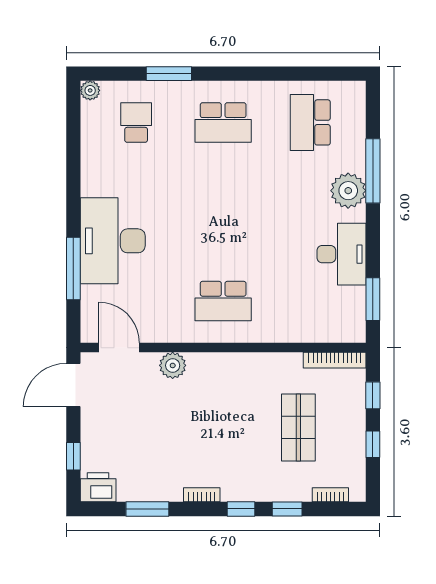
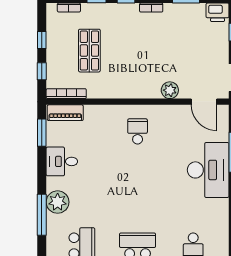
desk: (341, 254) -> (62, 161), width x0.73
school desk: (223, 301) -> (138, 131), width x0.54
piano: (336, 330) -> (65, 113), added

